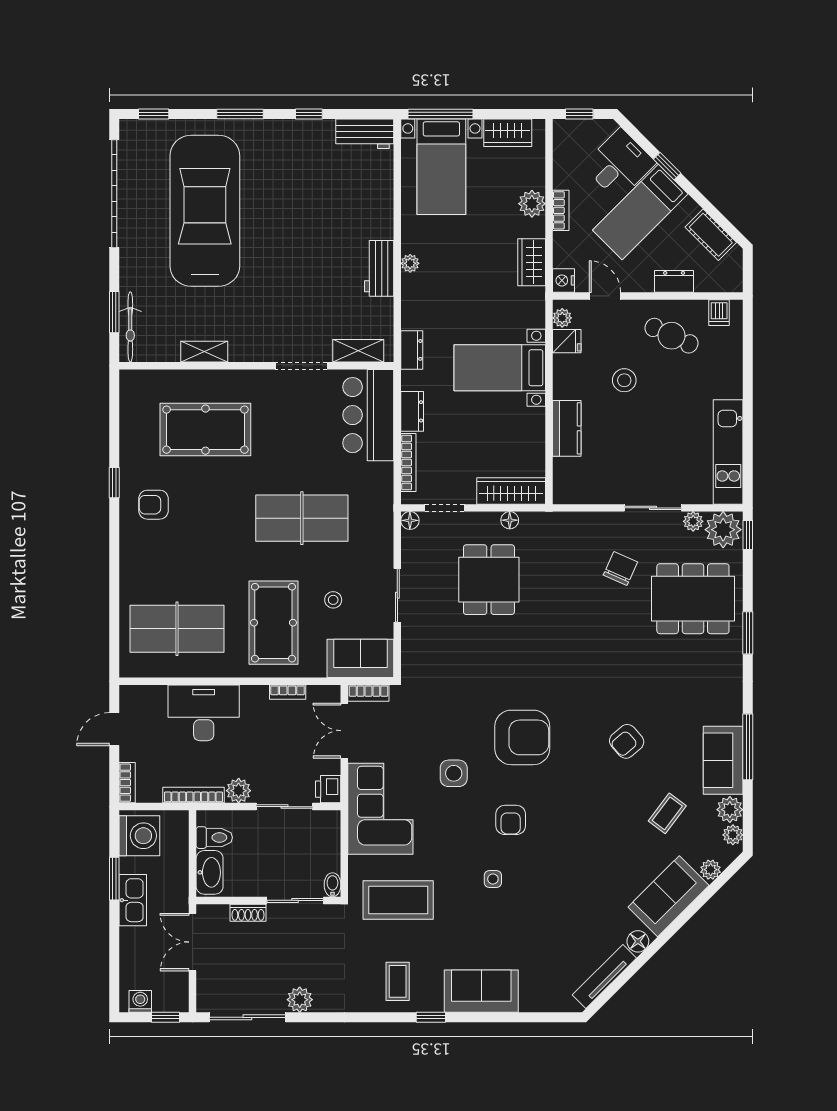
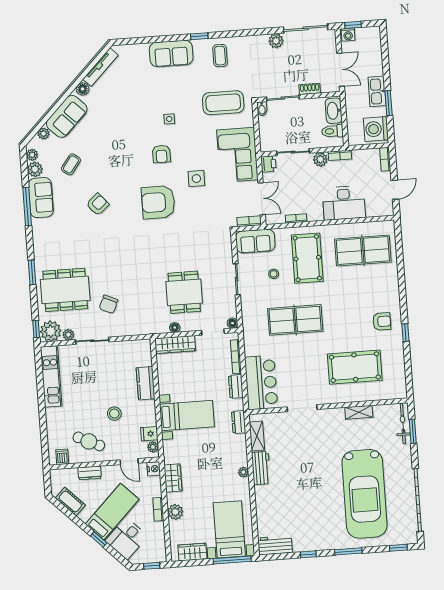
shelving: (358, 351) -> (257, 436), moved, turned 90
bookcase: (194, 795) -> (340, 155), width x0.64
armchair: (511, 820) -> (161, 154), turned 180
washing machine: (140, 1001) -> (348, 34), moved

